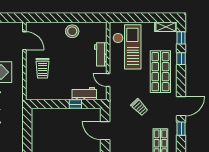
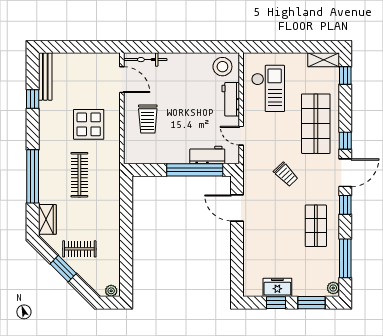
bicycle: (41, 27) -> (145, 60), added
stool: (72, 31) -> (222, 67), moved
checkout: (127, 47) -> (268, 88), width x0.73, depth x0.83
window: (181, 59) -> (345, 141), moved
window: (75, 104) -> (195, 170), width x3.17

